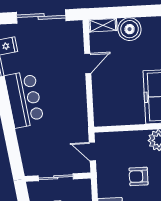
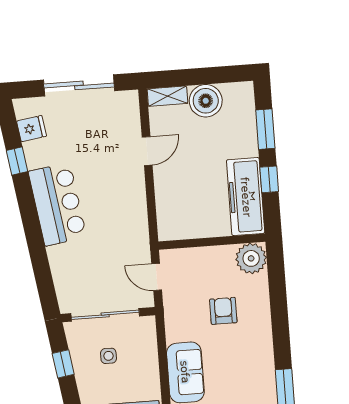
armchair: (139, 176) -> (223, 311), turned 90
sliding door: (56, 177) -> (105, 315), width x1.37

